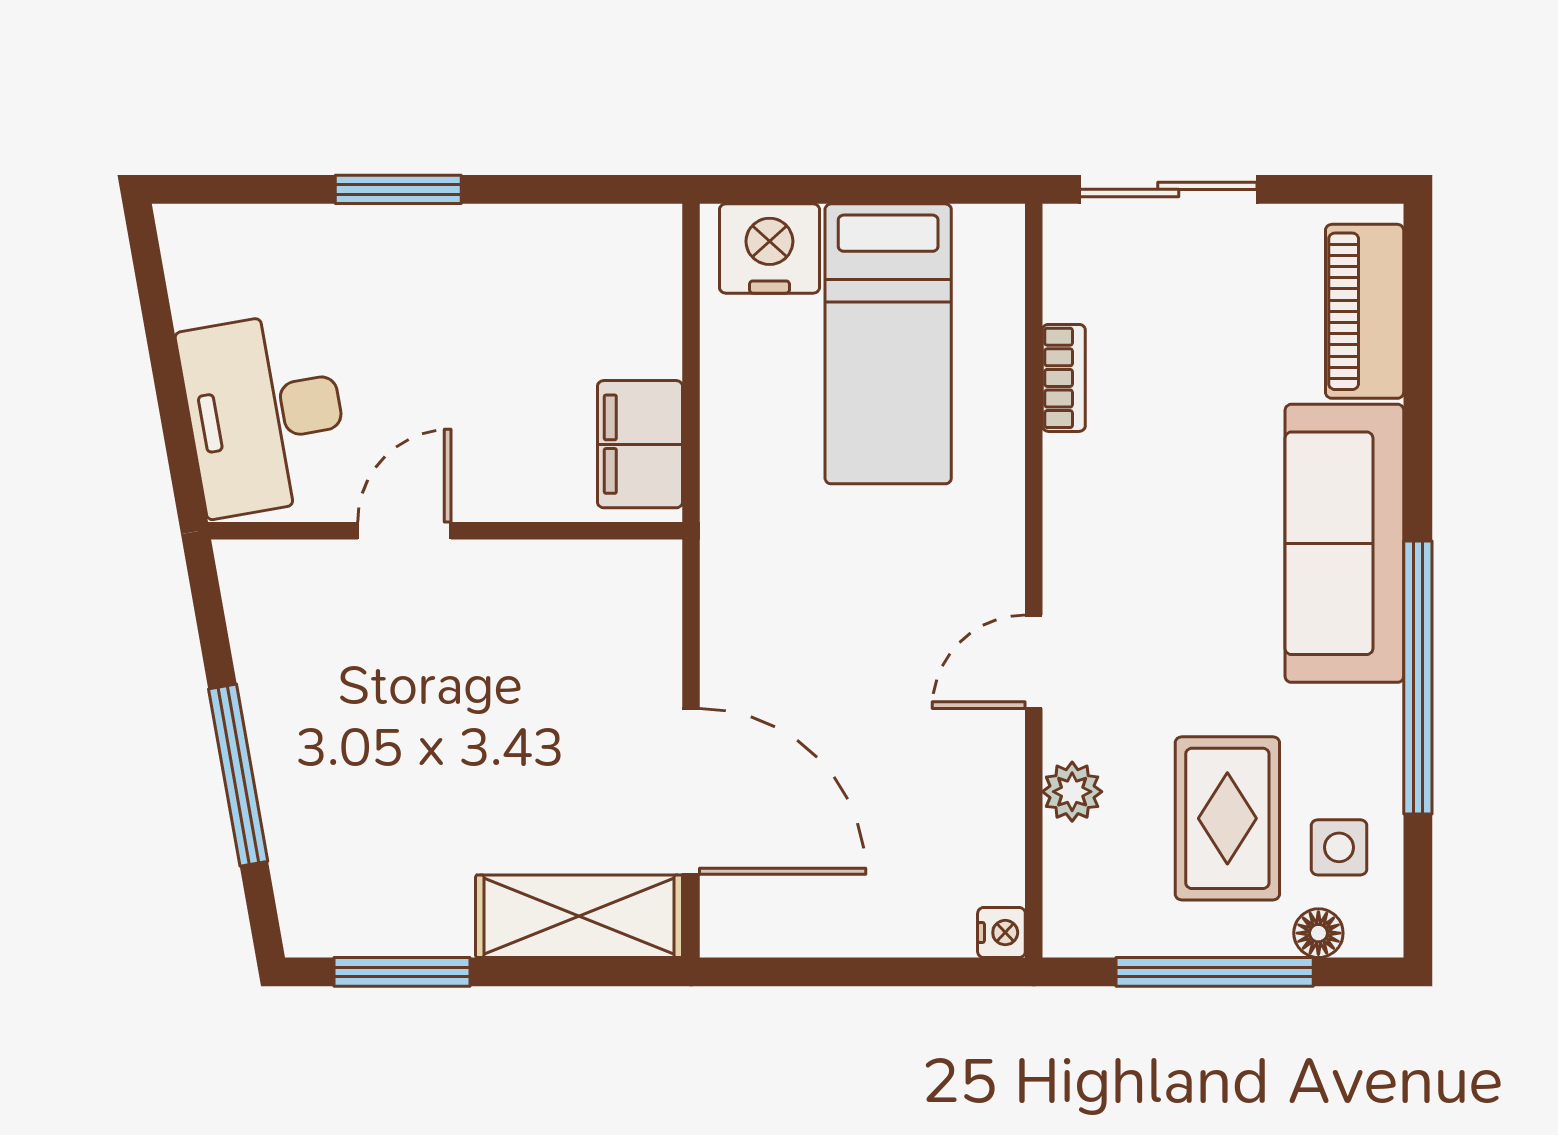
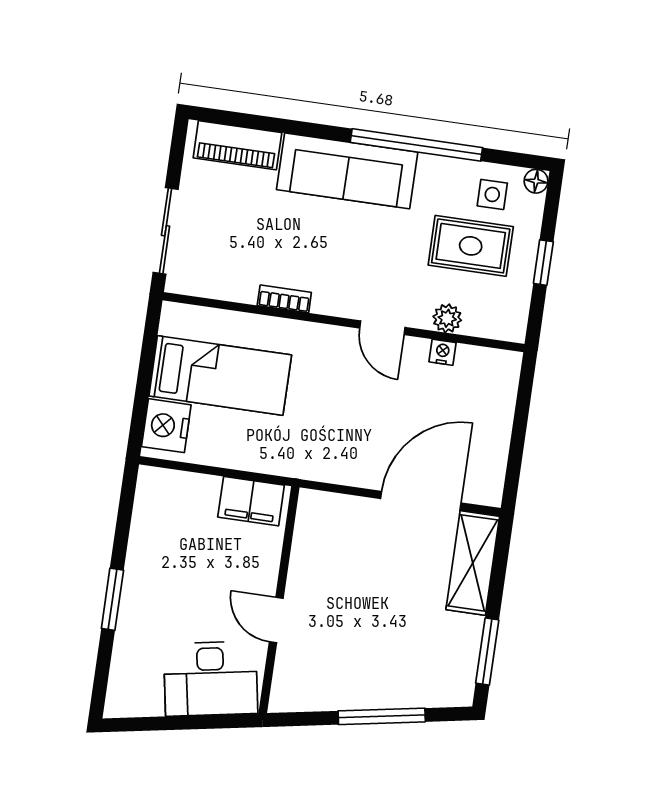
bookcase: (1064, 378) -> (284, 299), moved
nightstand: (1001, 933) -> (443, 352), moved
floor lamp: (1318, 933) -> (536, 181), moved
window: (1215, 972) -> (543, 263), width x0.46

